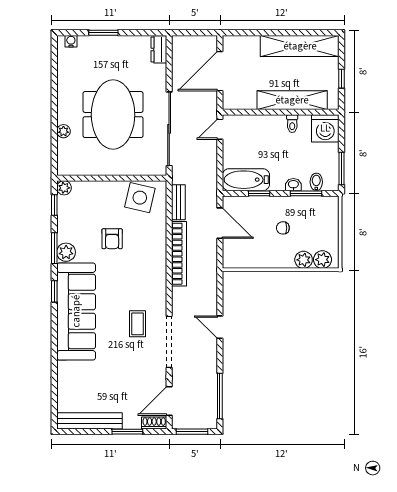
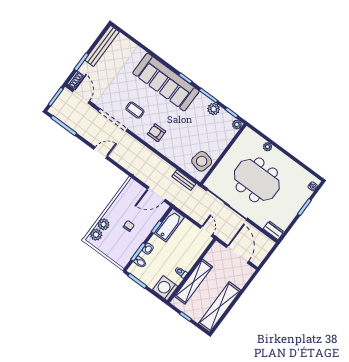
armchair: (112, 239) -> (156, 133), moved
plant: (66, 252) -> (214, 109), moved
bookcase: (179, 254) -> (156, 160), removed

